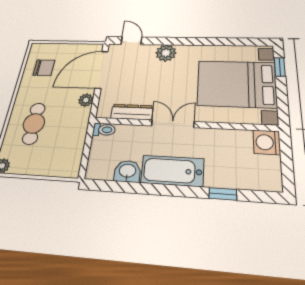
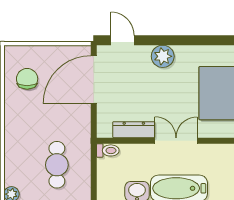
chair: (44, 68) -> (27, 79), turned -90
plant: (86, 100) -> (83, 118), removed
cafe table: (34, 123) -> (57, 165), moved

